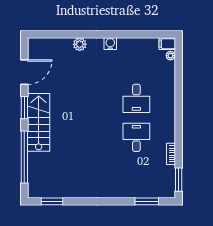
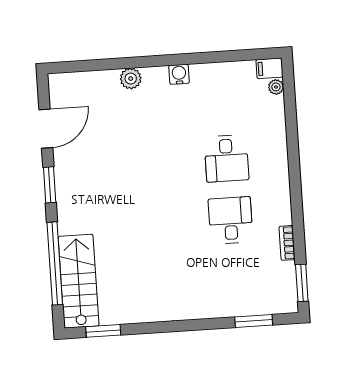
stairs: (39, 122) -> (79, 281), moved

